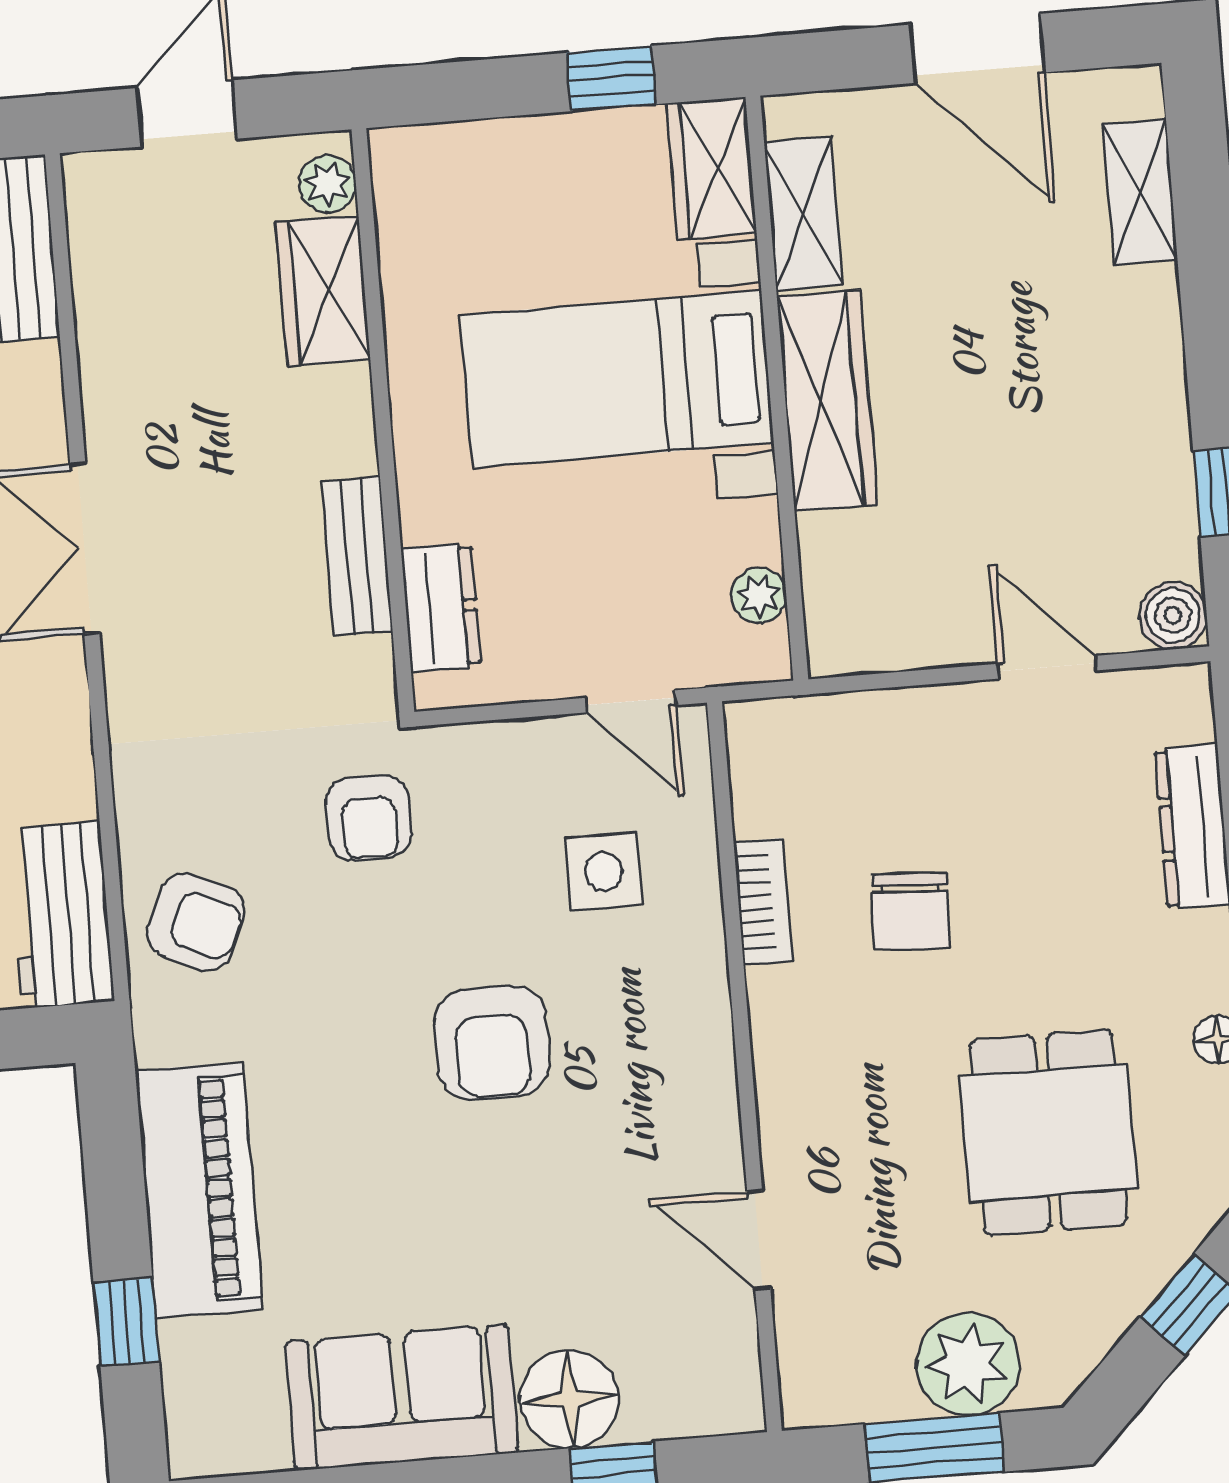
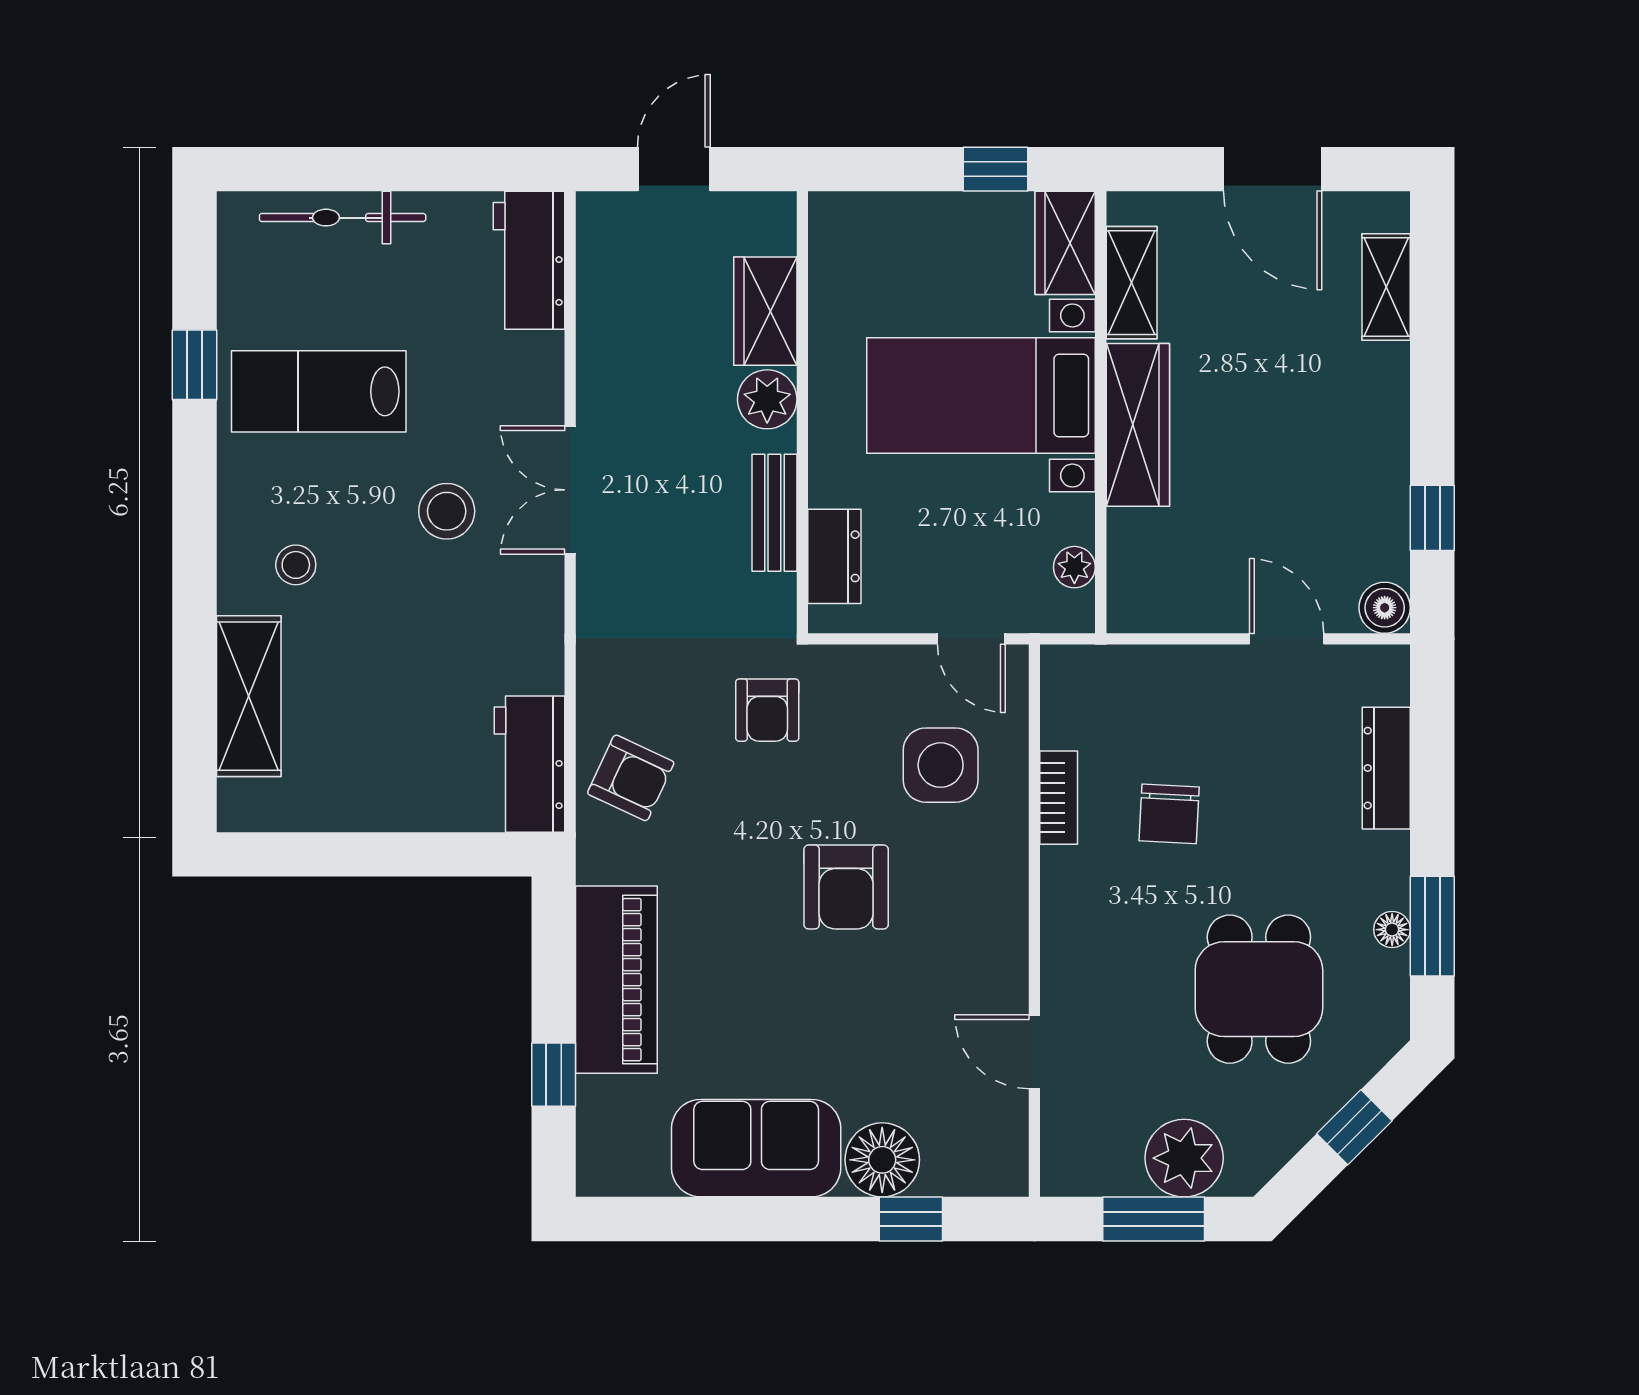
plant: (327, 184) -> (767, 399), moved, width x1.38, depth x1.38
side table: (604, 871) -> (941, 765), width x1.37, depth x1.37

